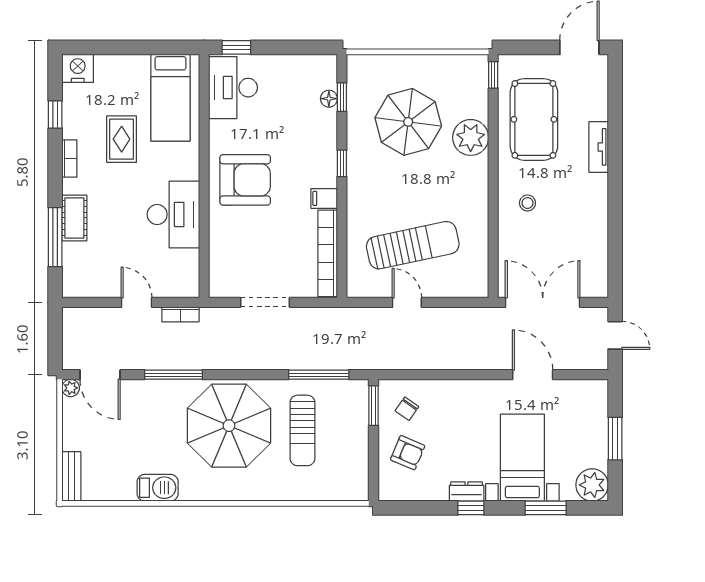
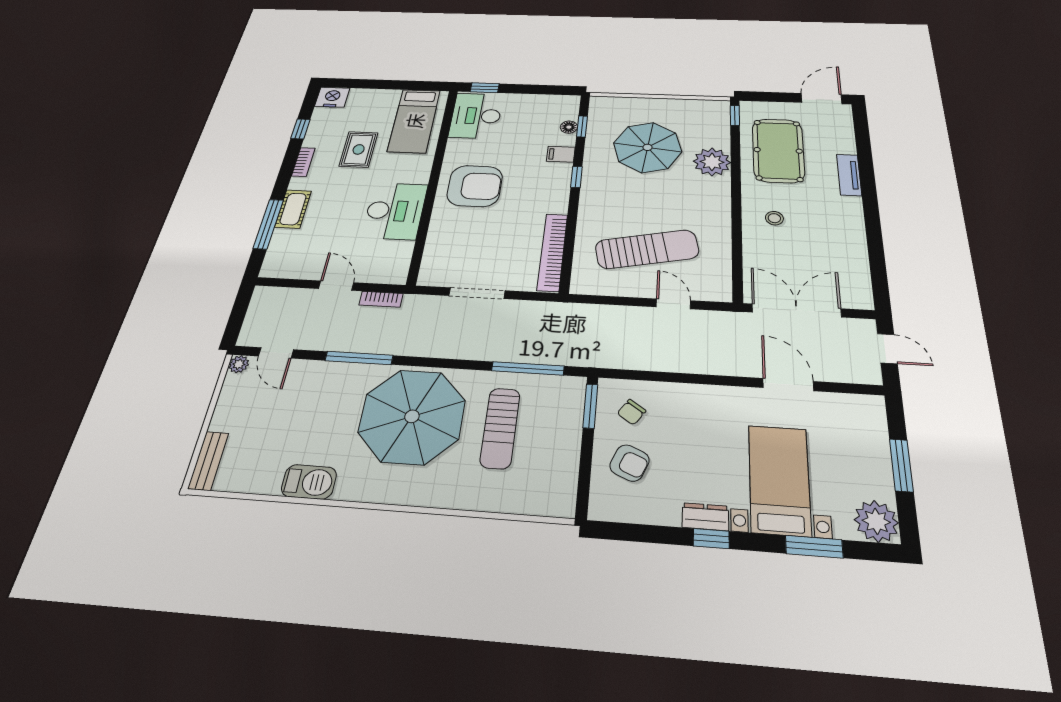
filing cabinet: (324, 198) -> (561, 154), moved
door: (407, 302) -> (673, 304), moved
door: (100, 375) -> (276, 353), width x0.73

